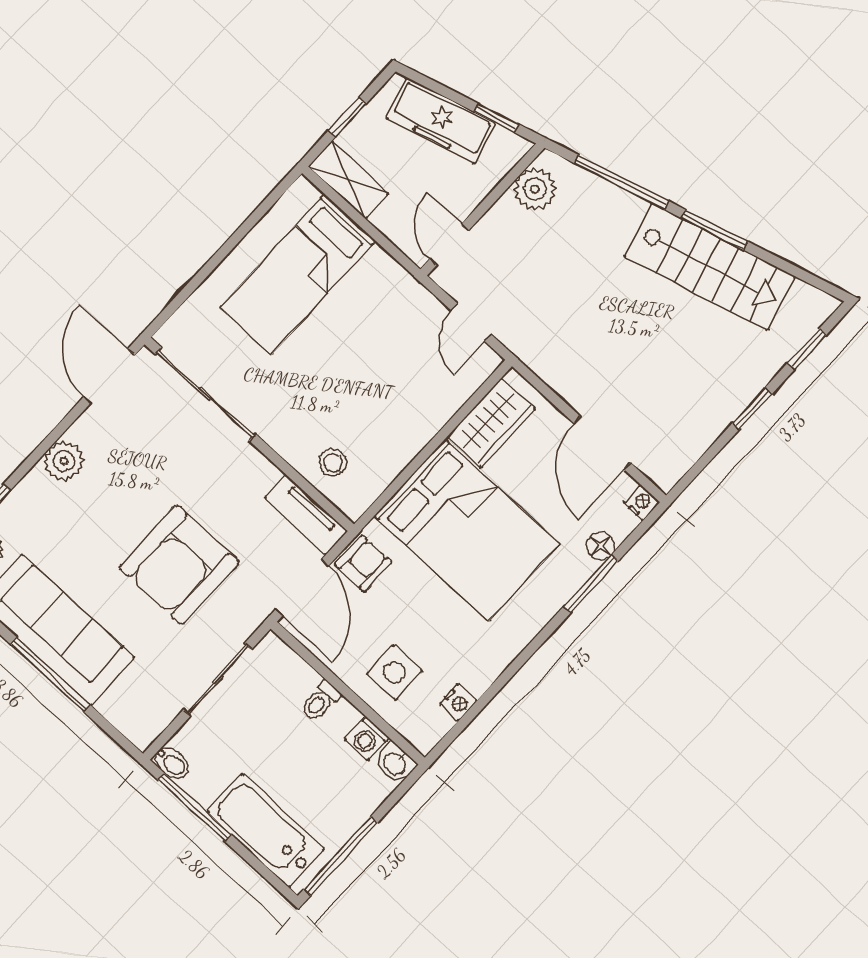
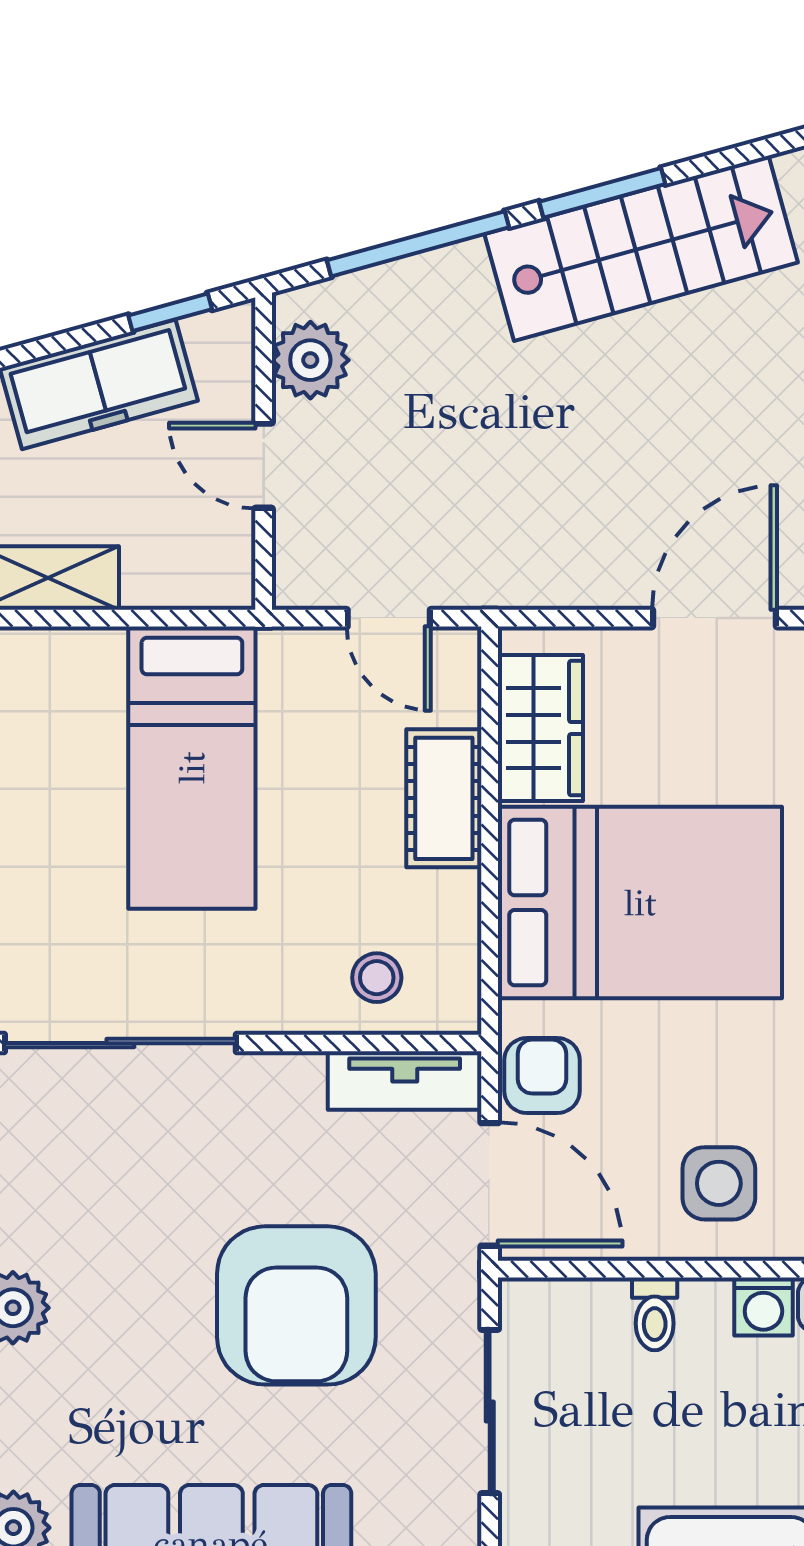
door: (449, 245) -> (264, 466), moved
bed: (298, 274) -> (192, 768), moved
cot: (426, 415) -> (444, 798), added
door: (602, 443) -> (714, 618), swing flipped

